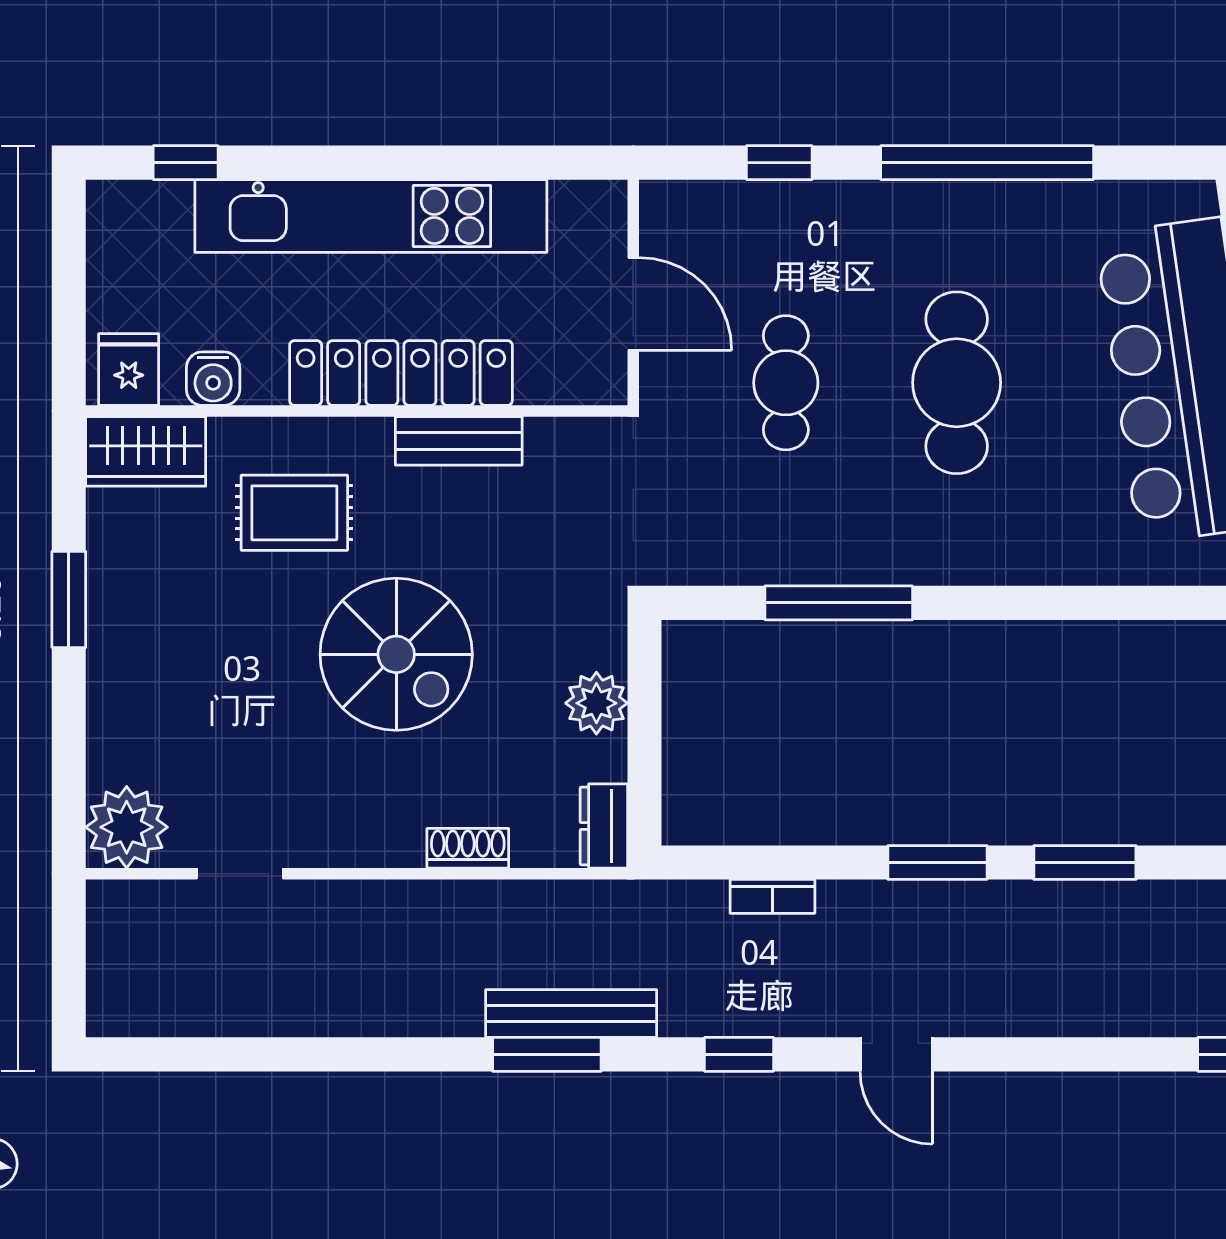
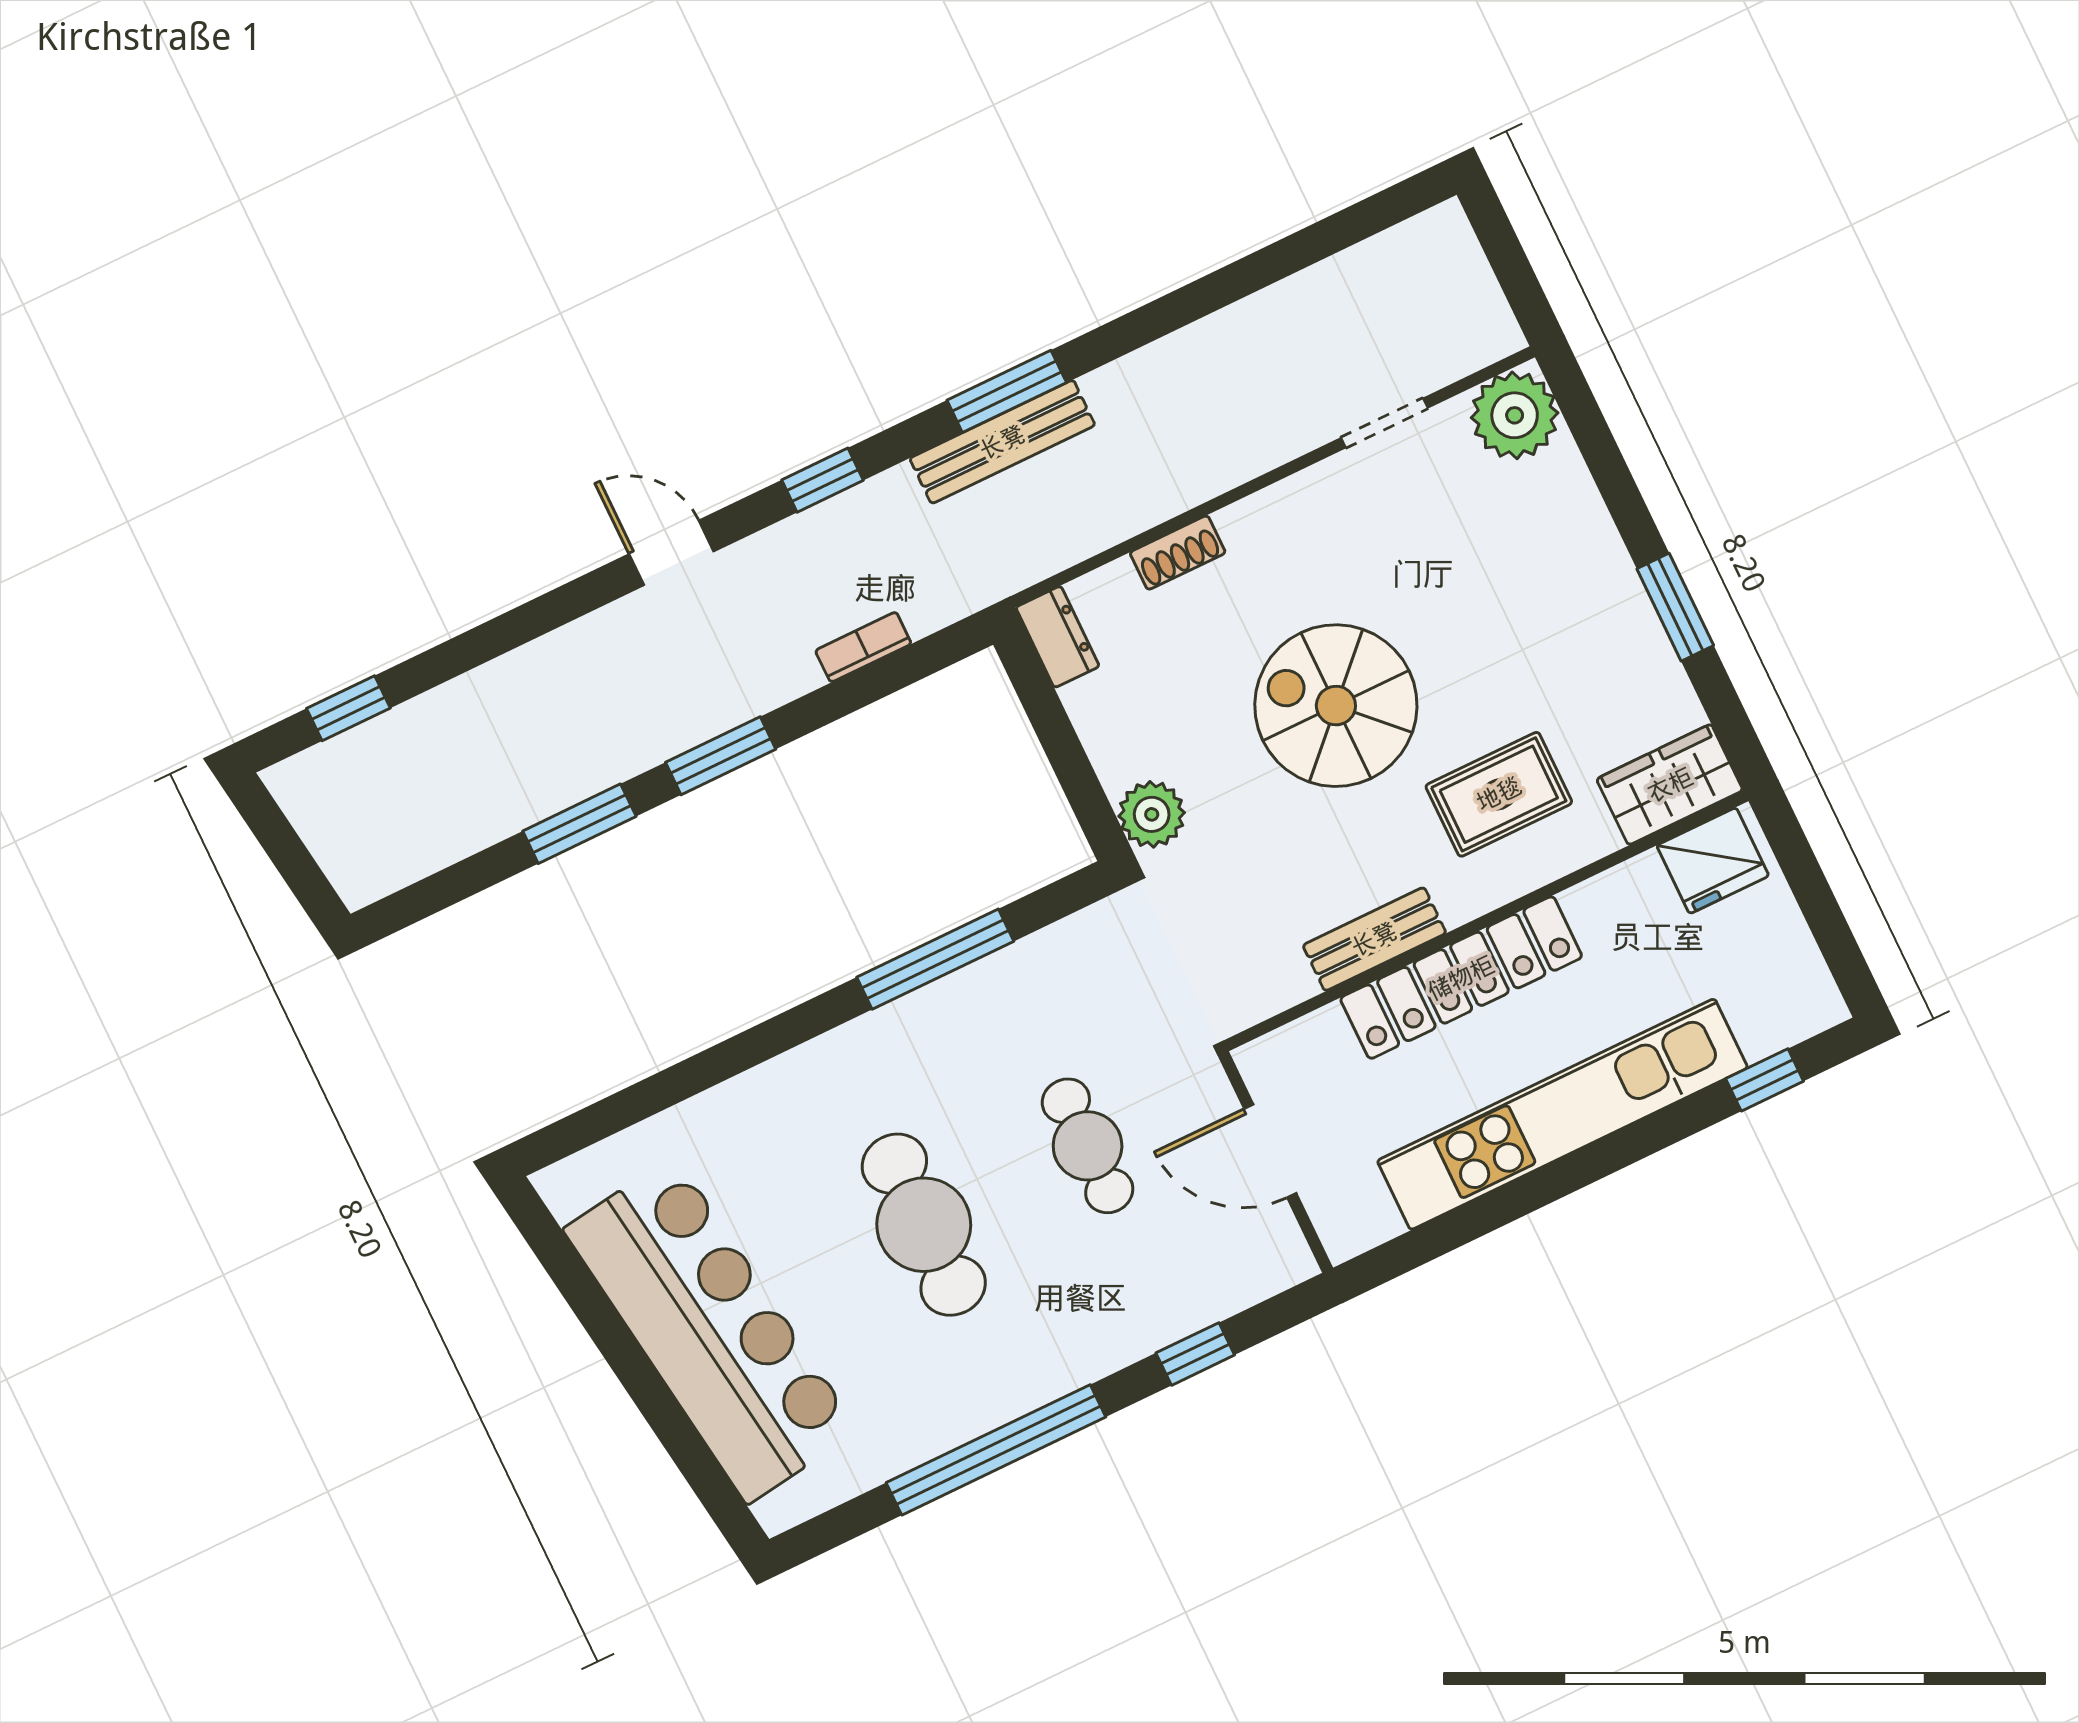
fridge: (129, 369) -> (1713, 861), width x1.38
water cooler: (213, 379) -> (1639, 885), removed
plant: (596, 703) -> (1152, 814), moved

